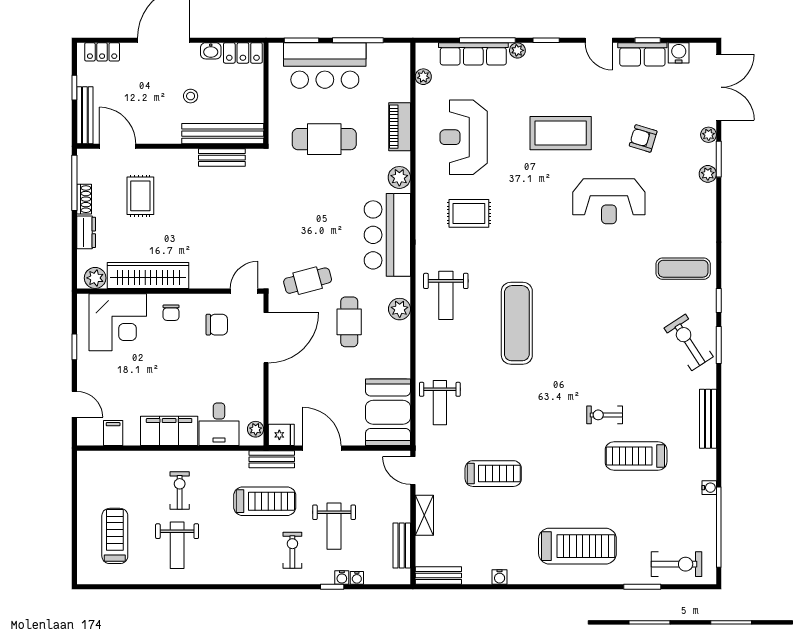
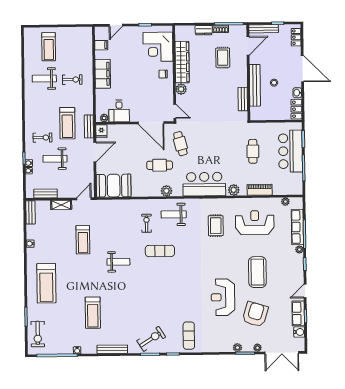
bench: (223, 134) -> (255, 85), moved
armchair: (643, 138) -> (255, 314), width x1.88, depth x1.88
cafe table: (324, 139) -> (253, 151), width x0.73, depth x0.74
rug: (140, 196) -> (223, 58), turned 90
plant: (95, 278) -> (181, 89), moved
exercise mat: (517, 323) -> (160, 251), width x0.73, depth x0.69
chair: (217, 325) -> (157, 97), removed
weight bench: (440, 403) -> (118, 262), moved, turned 180
exercise bike: (605, 415) -> (147, 223), moved
desk: (219, 424) -> (119, 111), moved, turned -90
treadmill: (636, 456) -> (93, 313), turned 180
treadmill: (115, 536) -> (49, 47), turned 90

